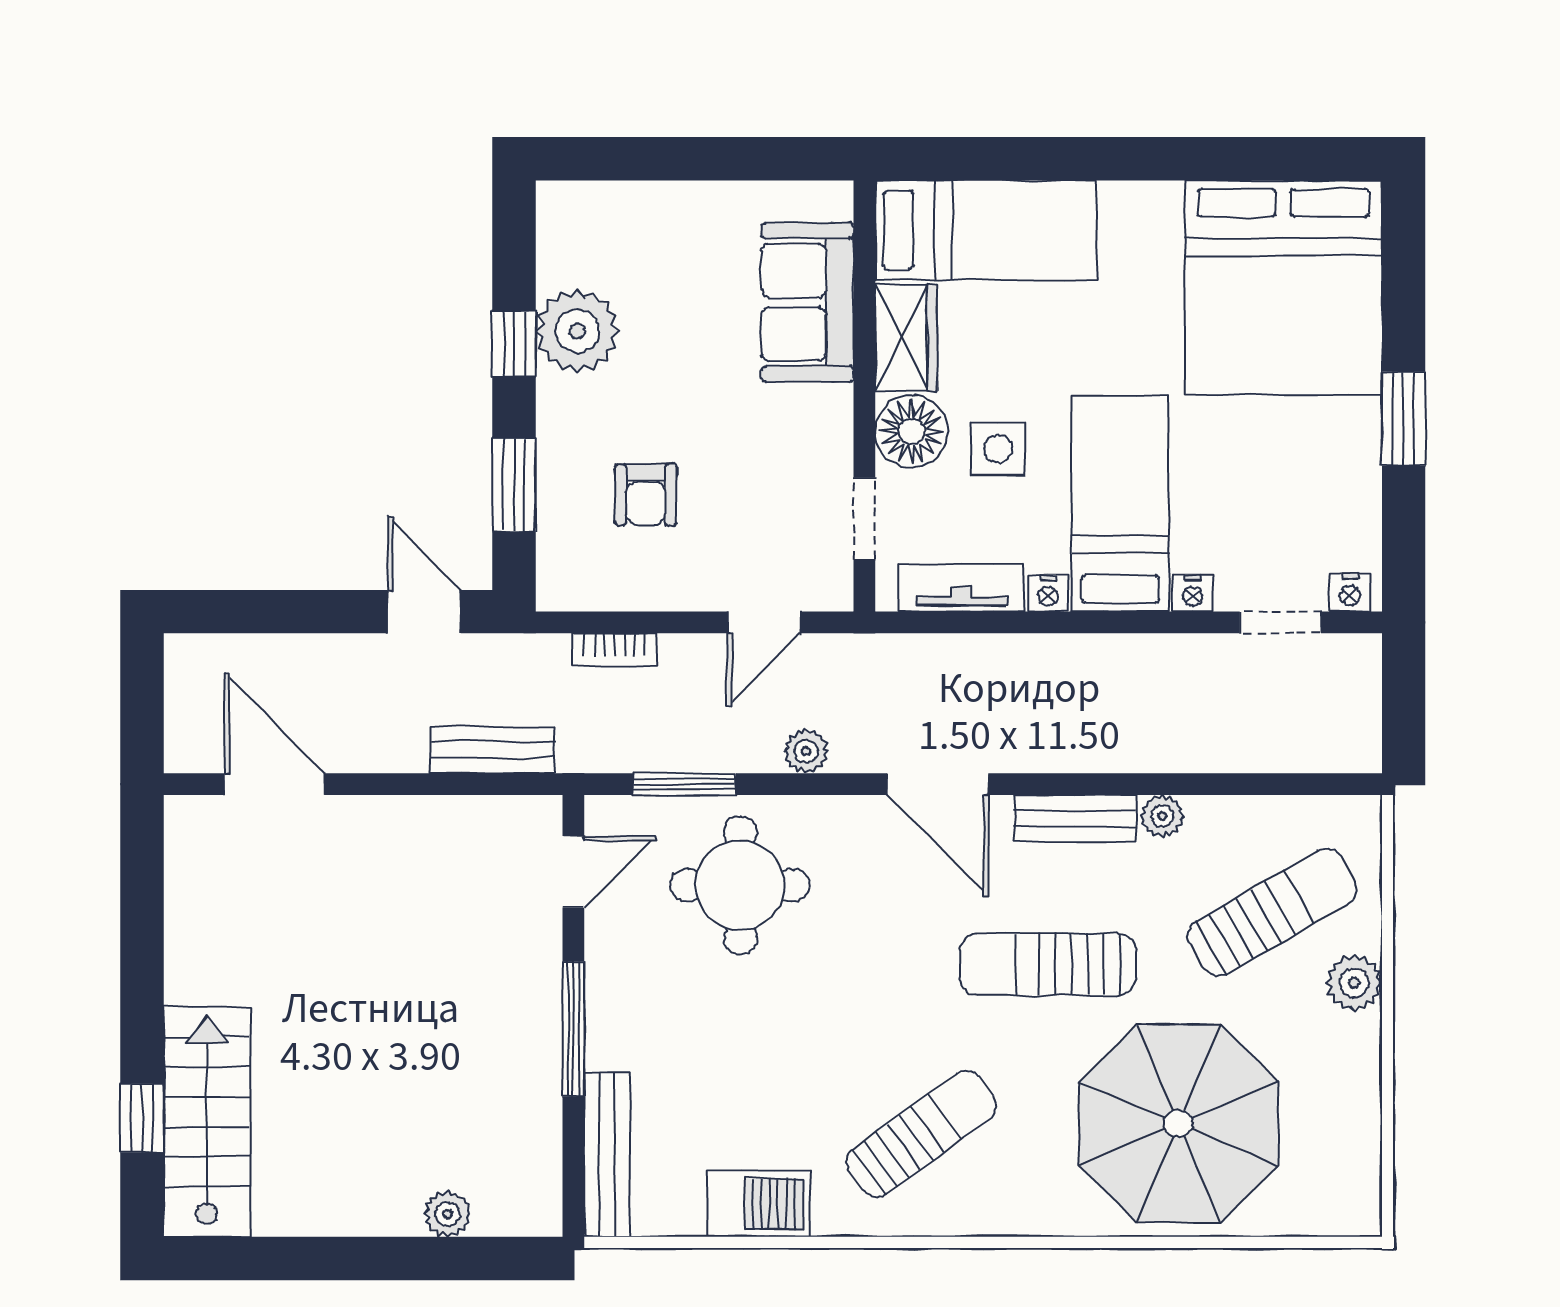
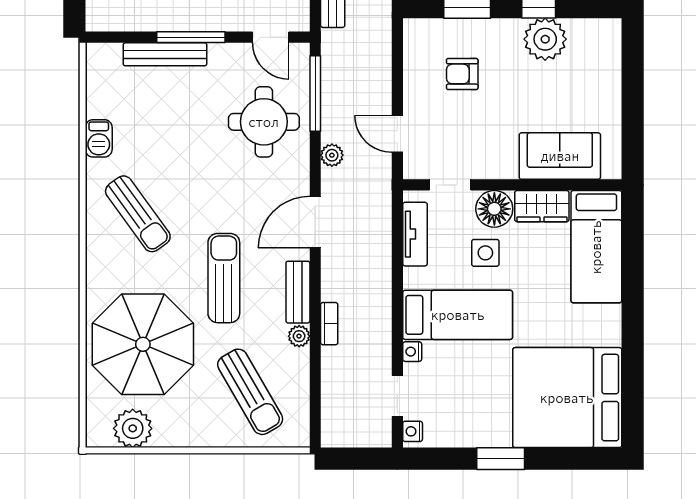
nightstand: (1048, 593) -> (412, 278), removed
bookcase: (615, 650) -> (329, 324), moved, turned 180
window: (684, 784) -> (315, 93), width x1.44
plant: (1354, 983) -> (133, 428), moved, width x1.36, depth x1.36
bench: (607, 1155) -> (165, 54), moved
barbecue: (759, 1204) -> (99, 138), width x0.73, depth x0.79

